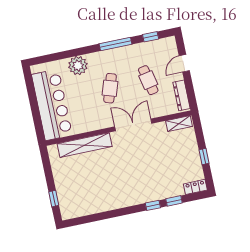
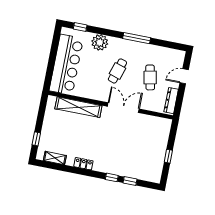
window: (151, 37) -> (80, 27), moved
shelving: (179, 124) -> (55, 158), moved
locker: (195, 187) -> (83, 164), moved

